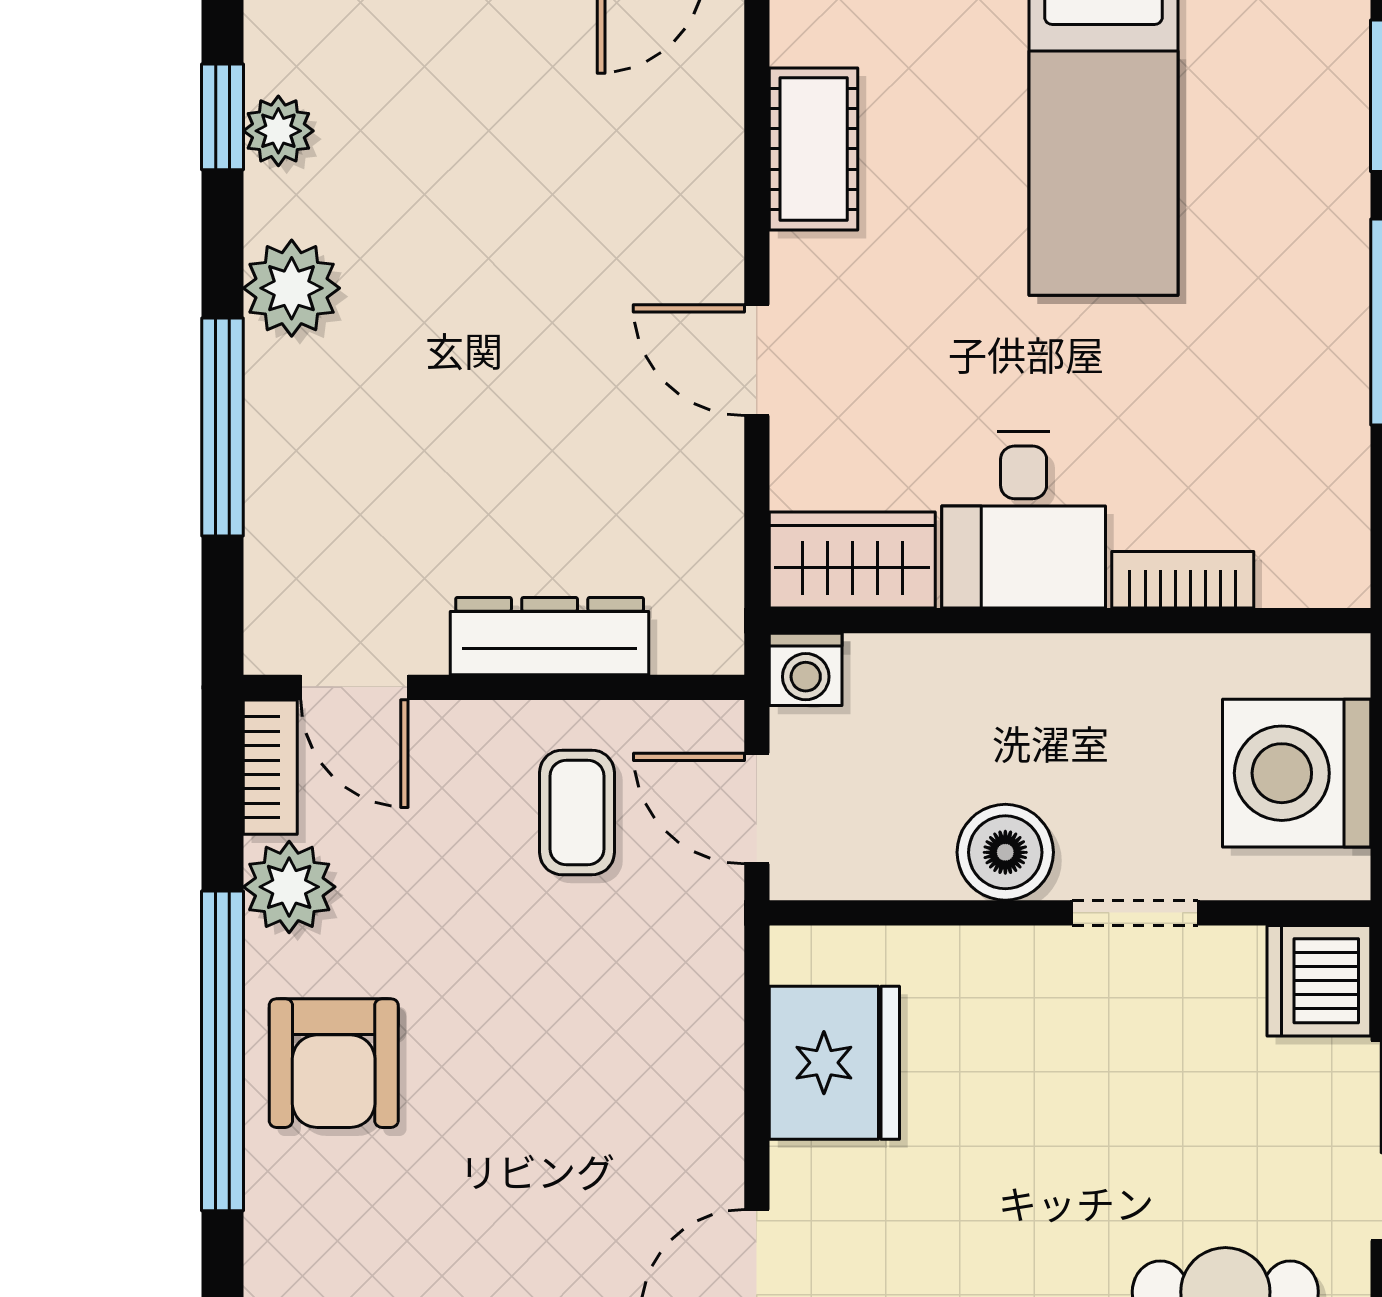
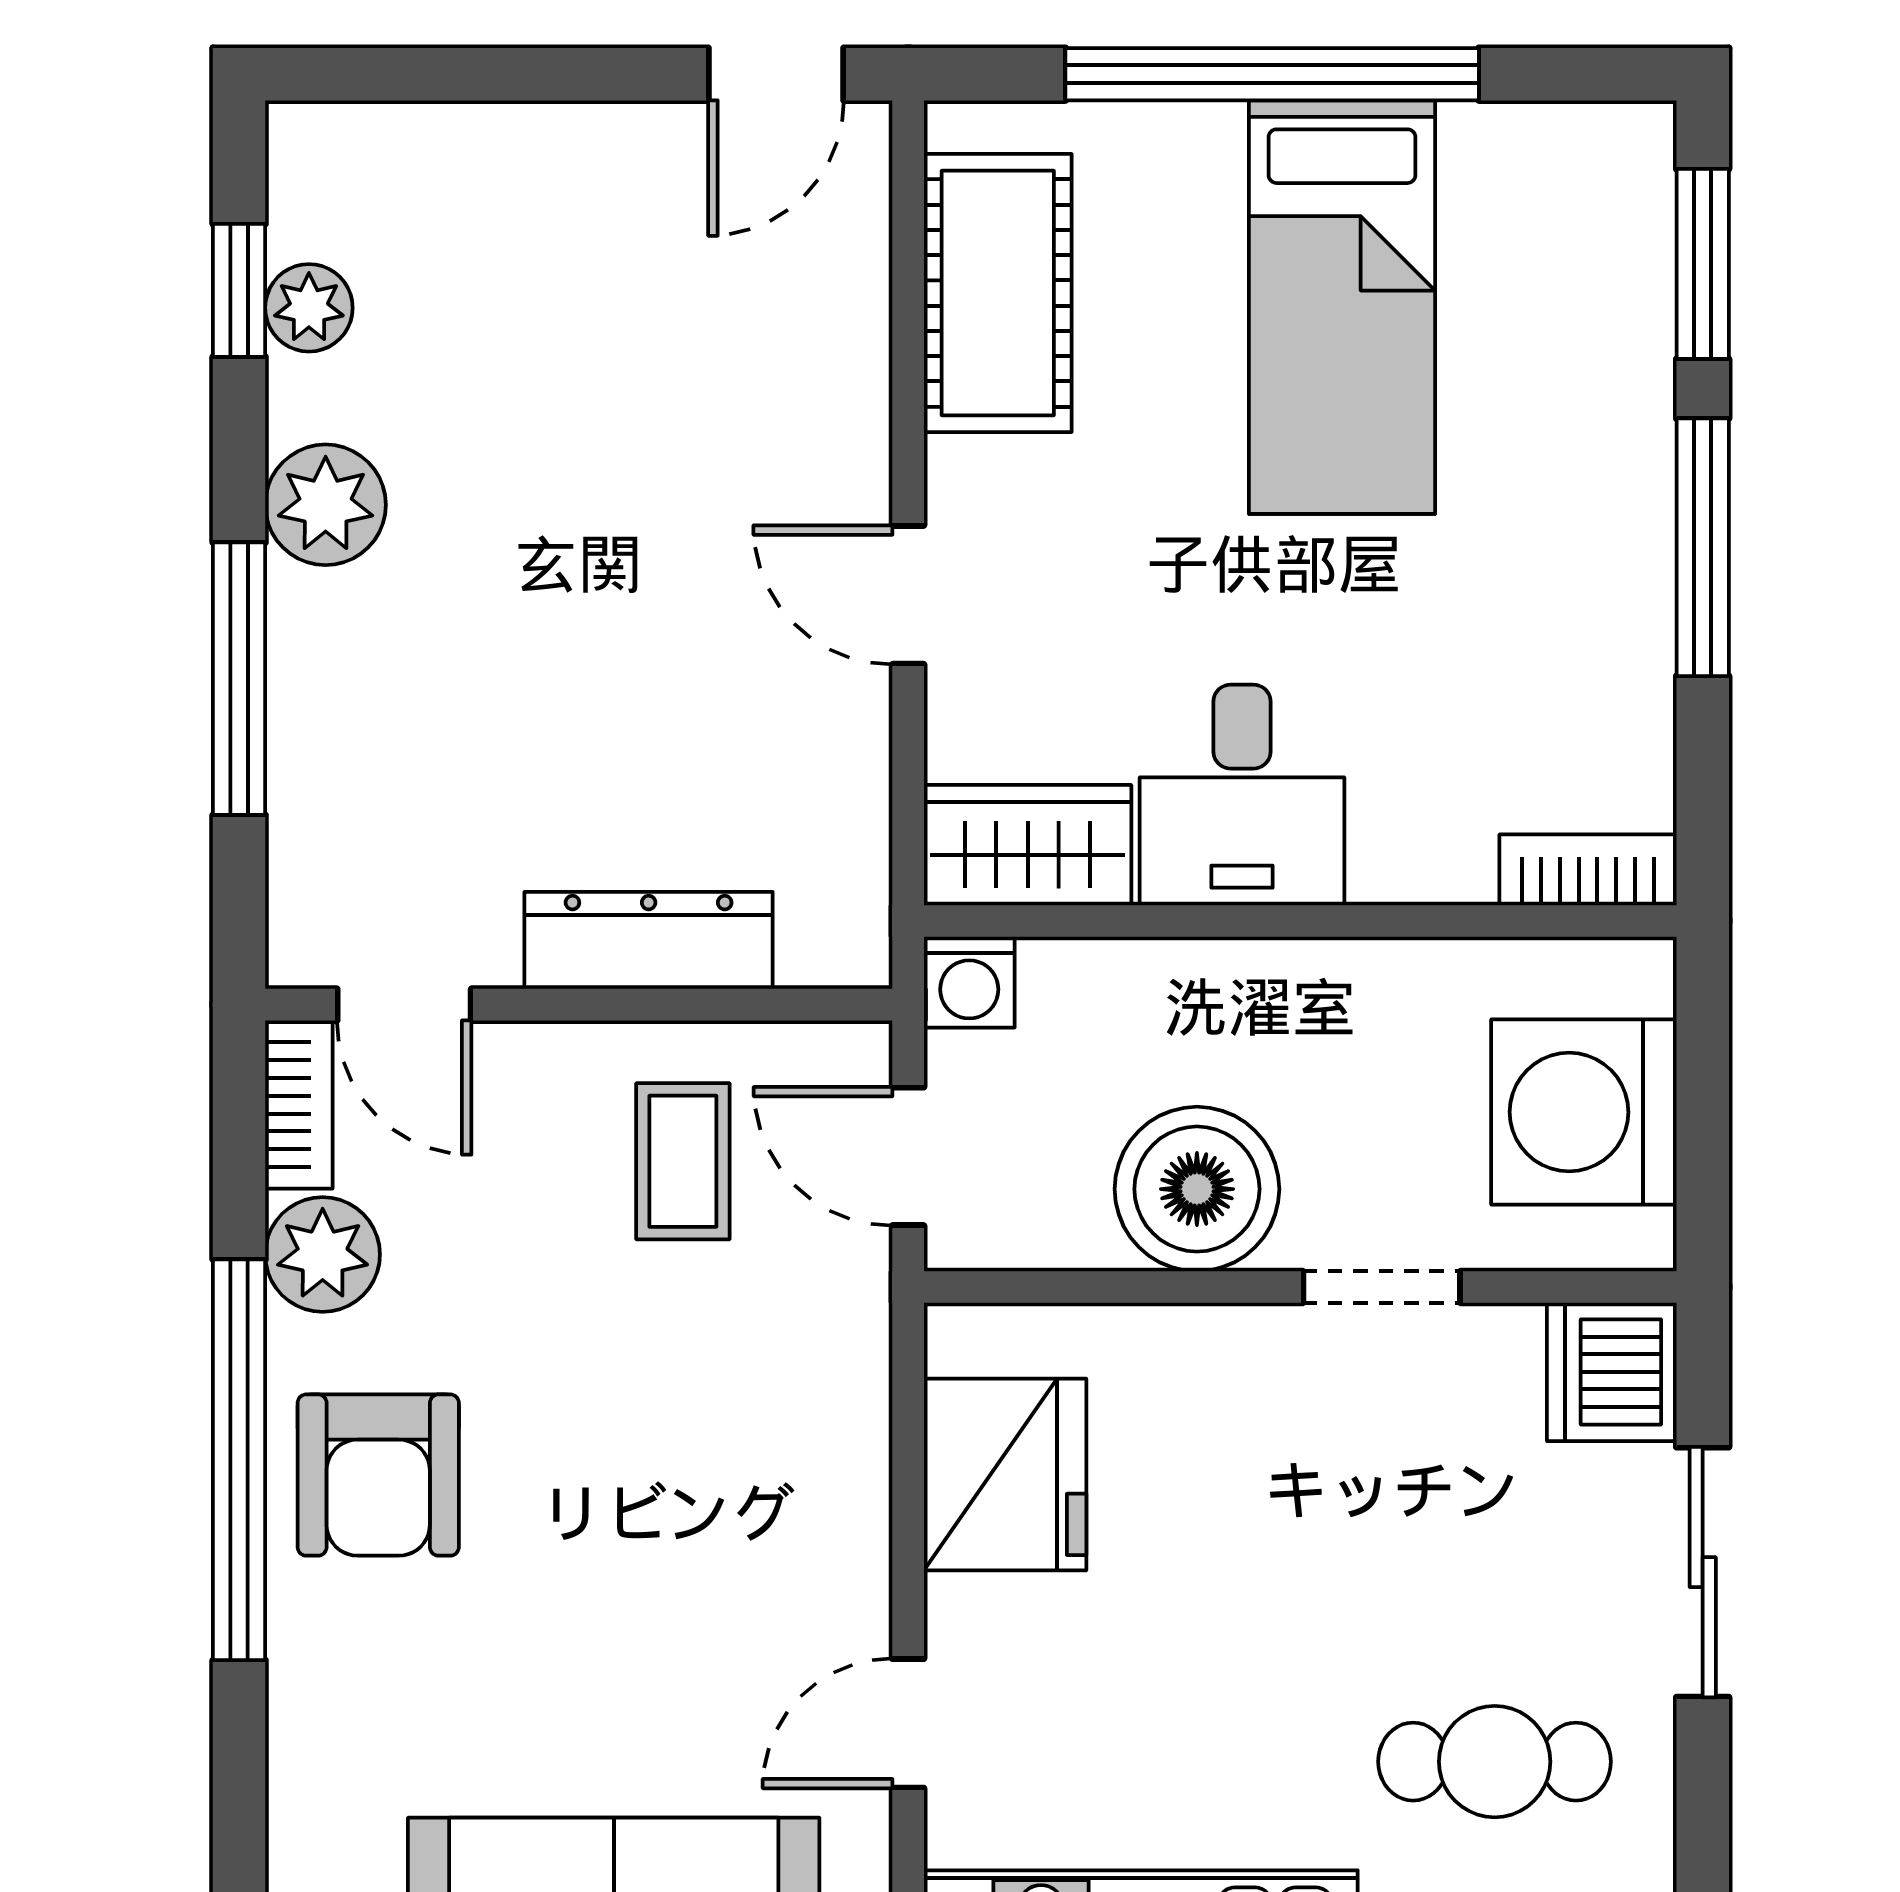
cot: (814, 149) -> (998, 293), width x1.37, depth x1.34
bookcase: (1183, 580) -> (1588, 870), moved
boiler: (1005, 852) -> (1197, 1189), width x1.37, depth x1.37

